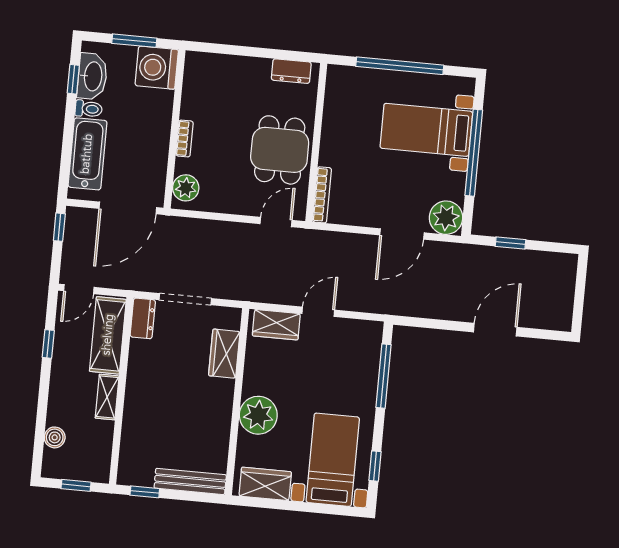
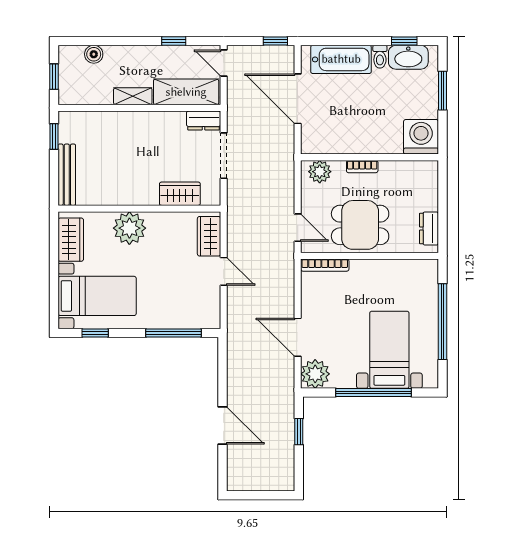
washing machine: (157, 68) -> (421, 137), moved
wall: (175, 129) -> (370, 157), moved
bookcase: (185, 138) -> (362, 167), moved
plant: (186, 188) -> (320, 172), moved

